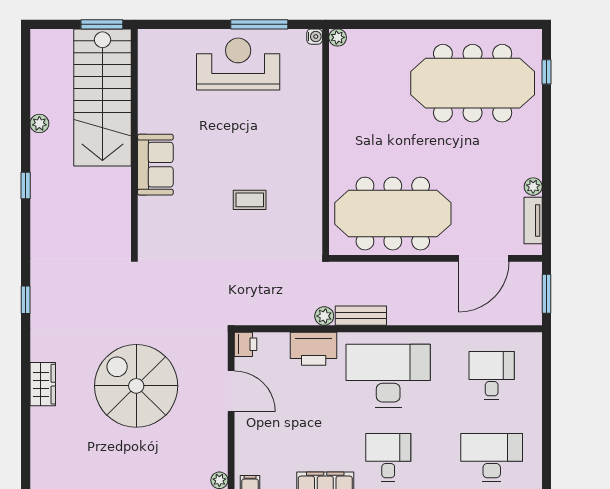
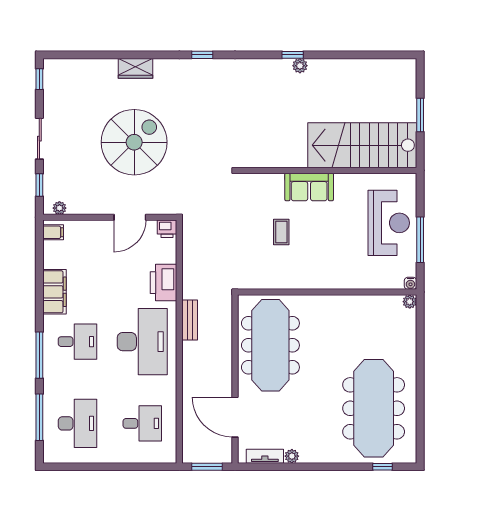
stairs: (102, 97) -> (362, 145), moved
plant: (39, 124) -> (300, 66), moved
wall: (134, 142) -> (327, 170), moved
sofa: (155, 165) -> (309, 187), moved
plant: (324, 316) -> (189, 291), removed

